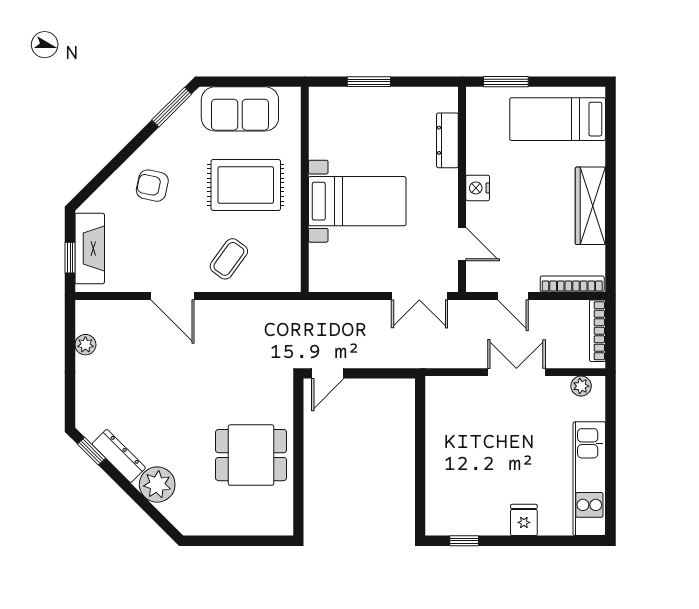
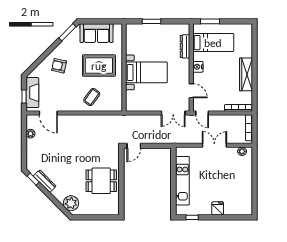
bed: (558, 119) -> (213, 43), moved, turned 180
door: (172, 296) -> (48, 113), moved
door: (513, 296) -> (202, 113), moved
kitchen unit: (589, 479) -> (182, 181), moved, turned 180
plant: (157, 485) -> (71, 203), moved

